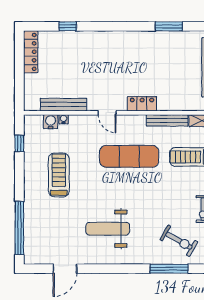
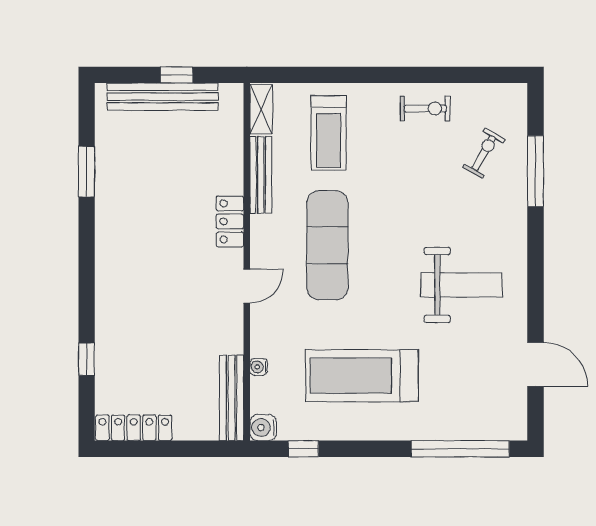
bench: (63, 105) -> (232, 398), moved
water cooler: (51, 122) -> (263, 428), moved
treadmill: (59, 175) -> (362, 376), width x1.37, depth x1.37
weight bench: (108, 229) -> (462, 285), turned -90
exercise bike: (179, 241) -> (484, 153), width x0.73, depth x0.72

